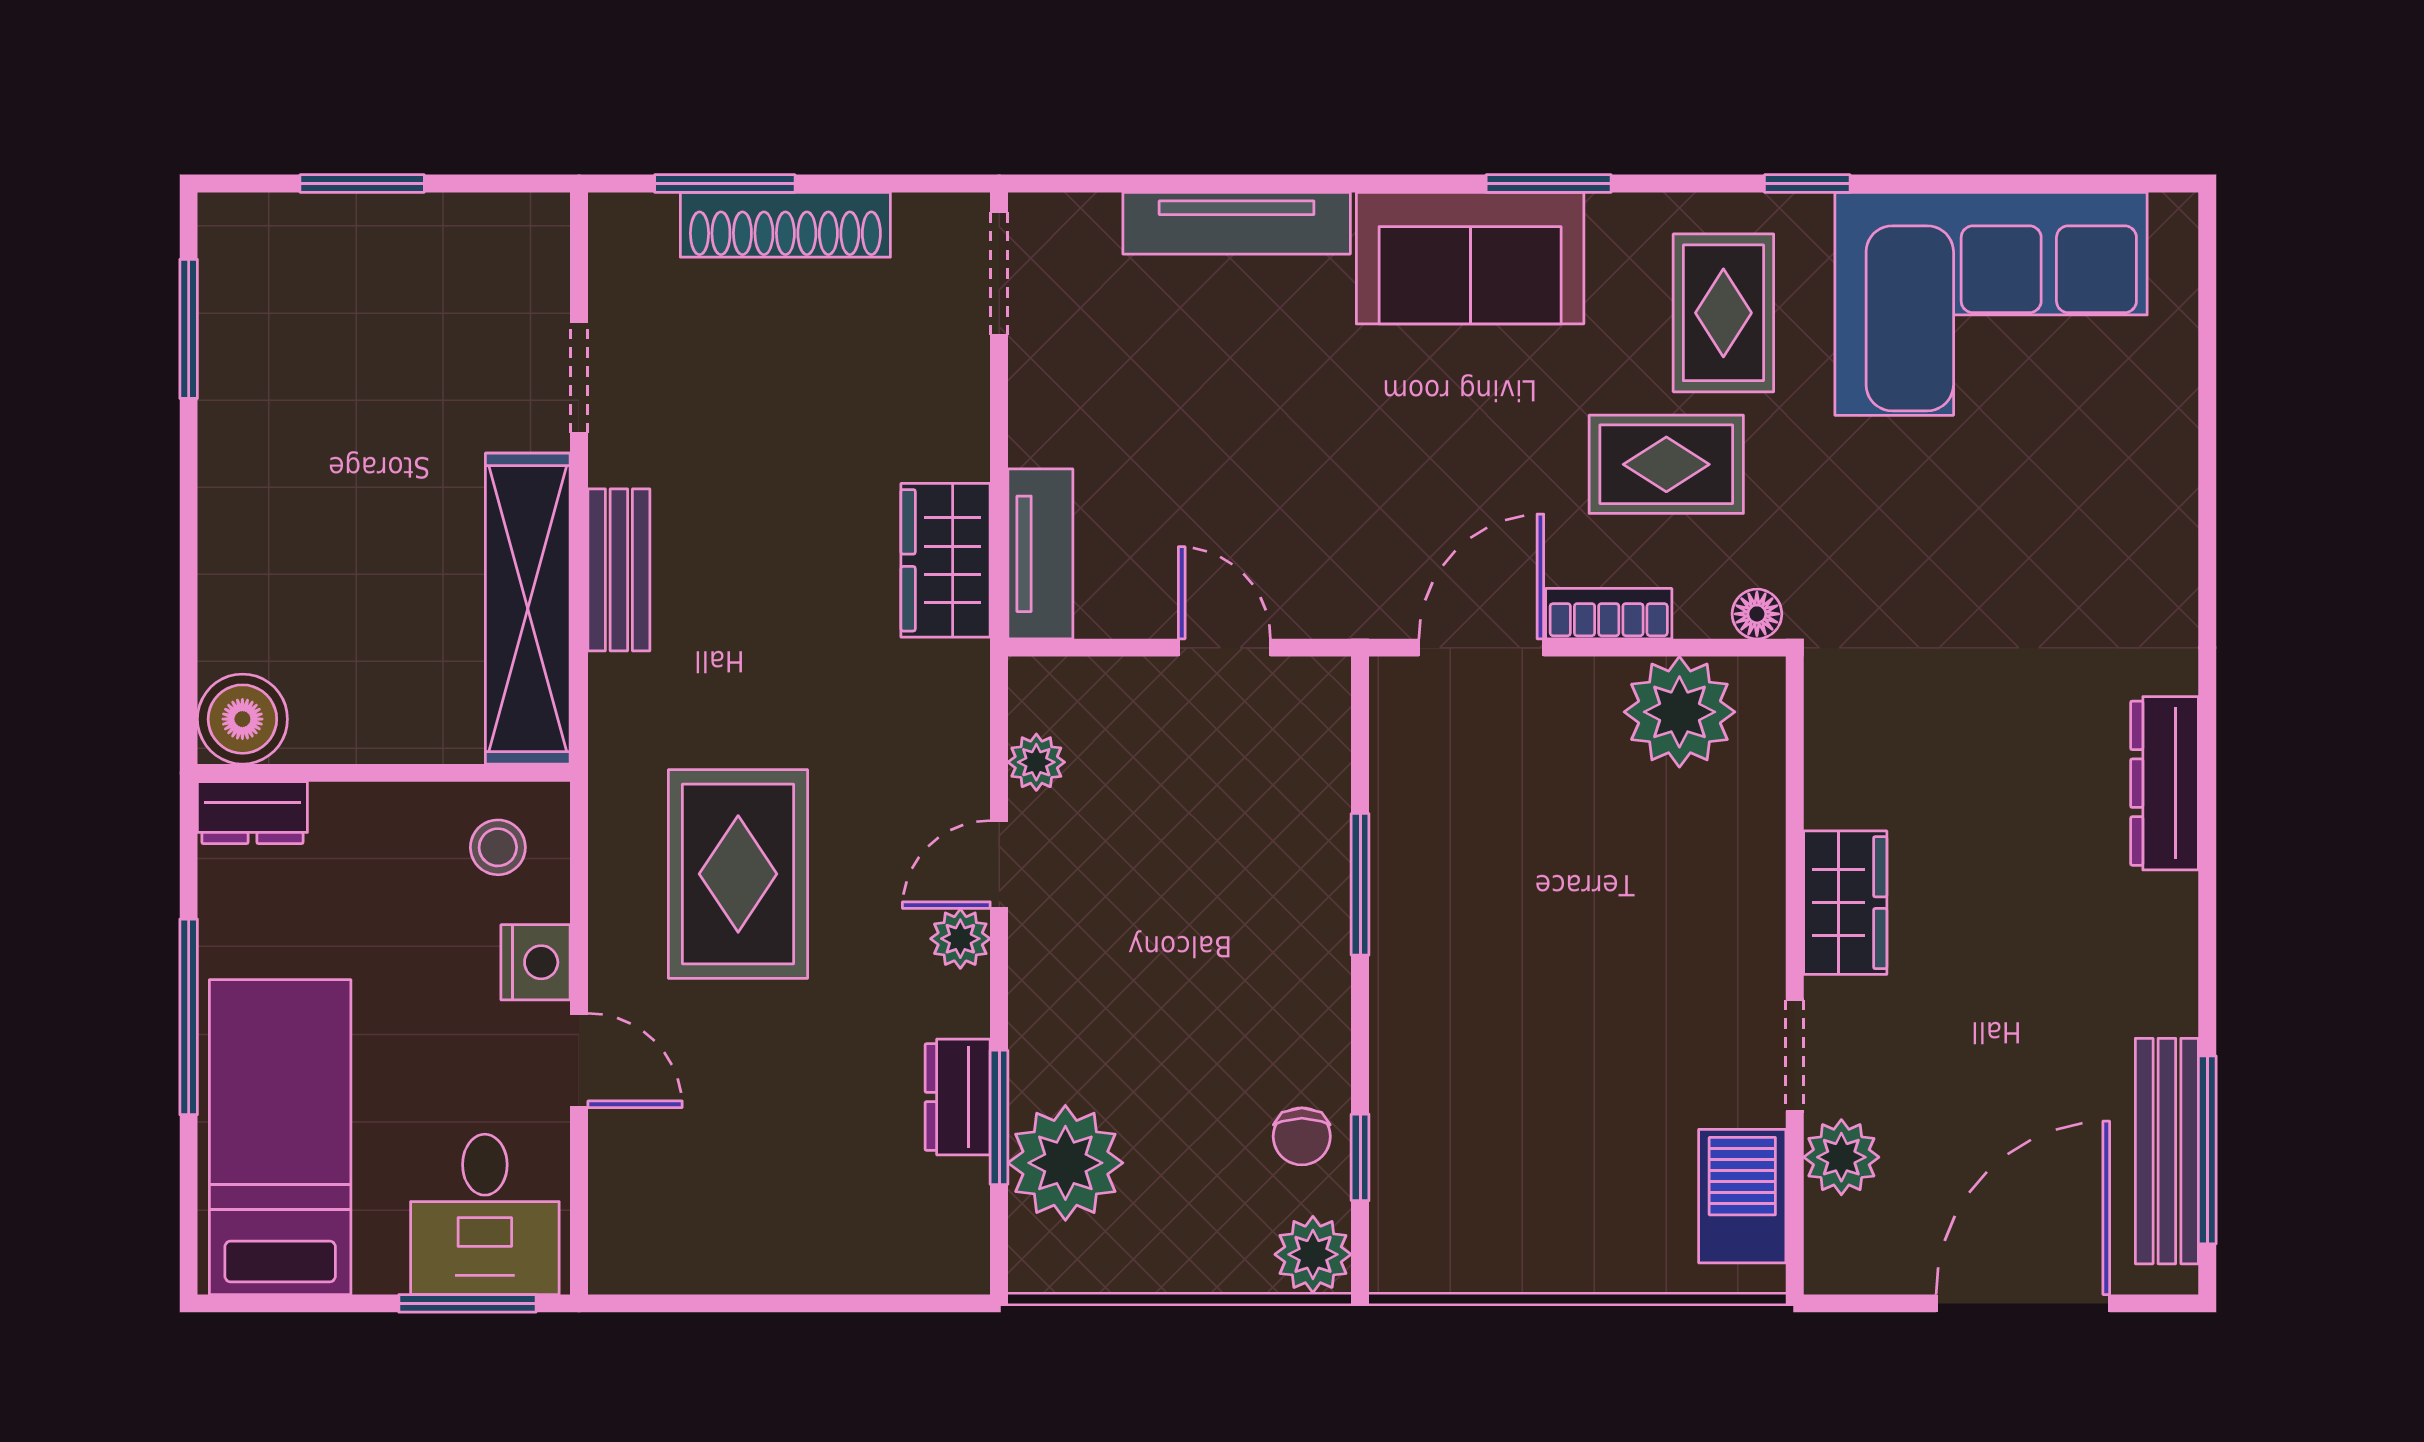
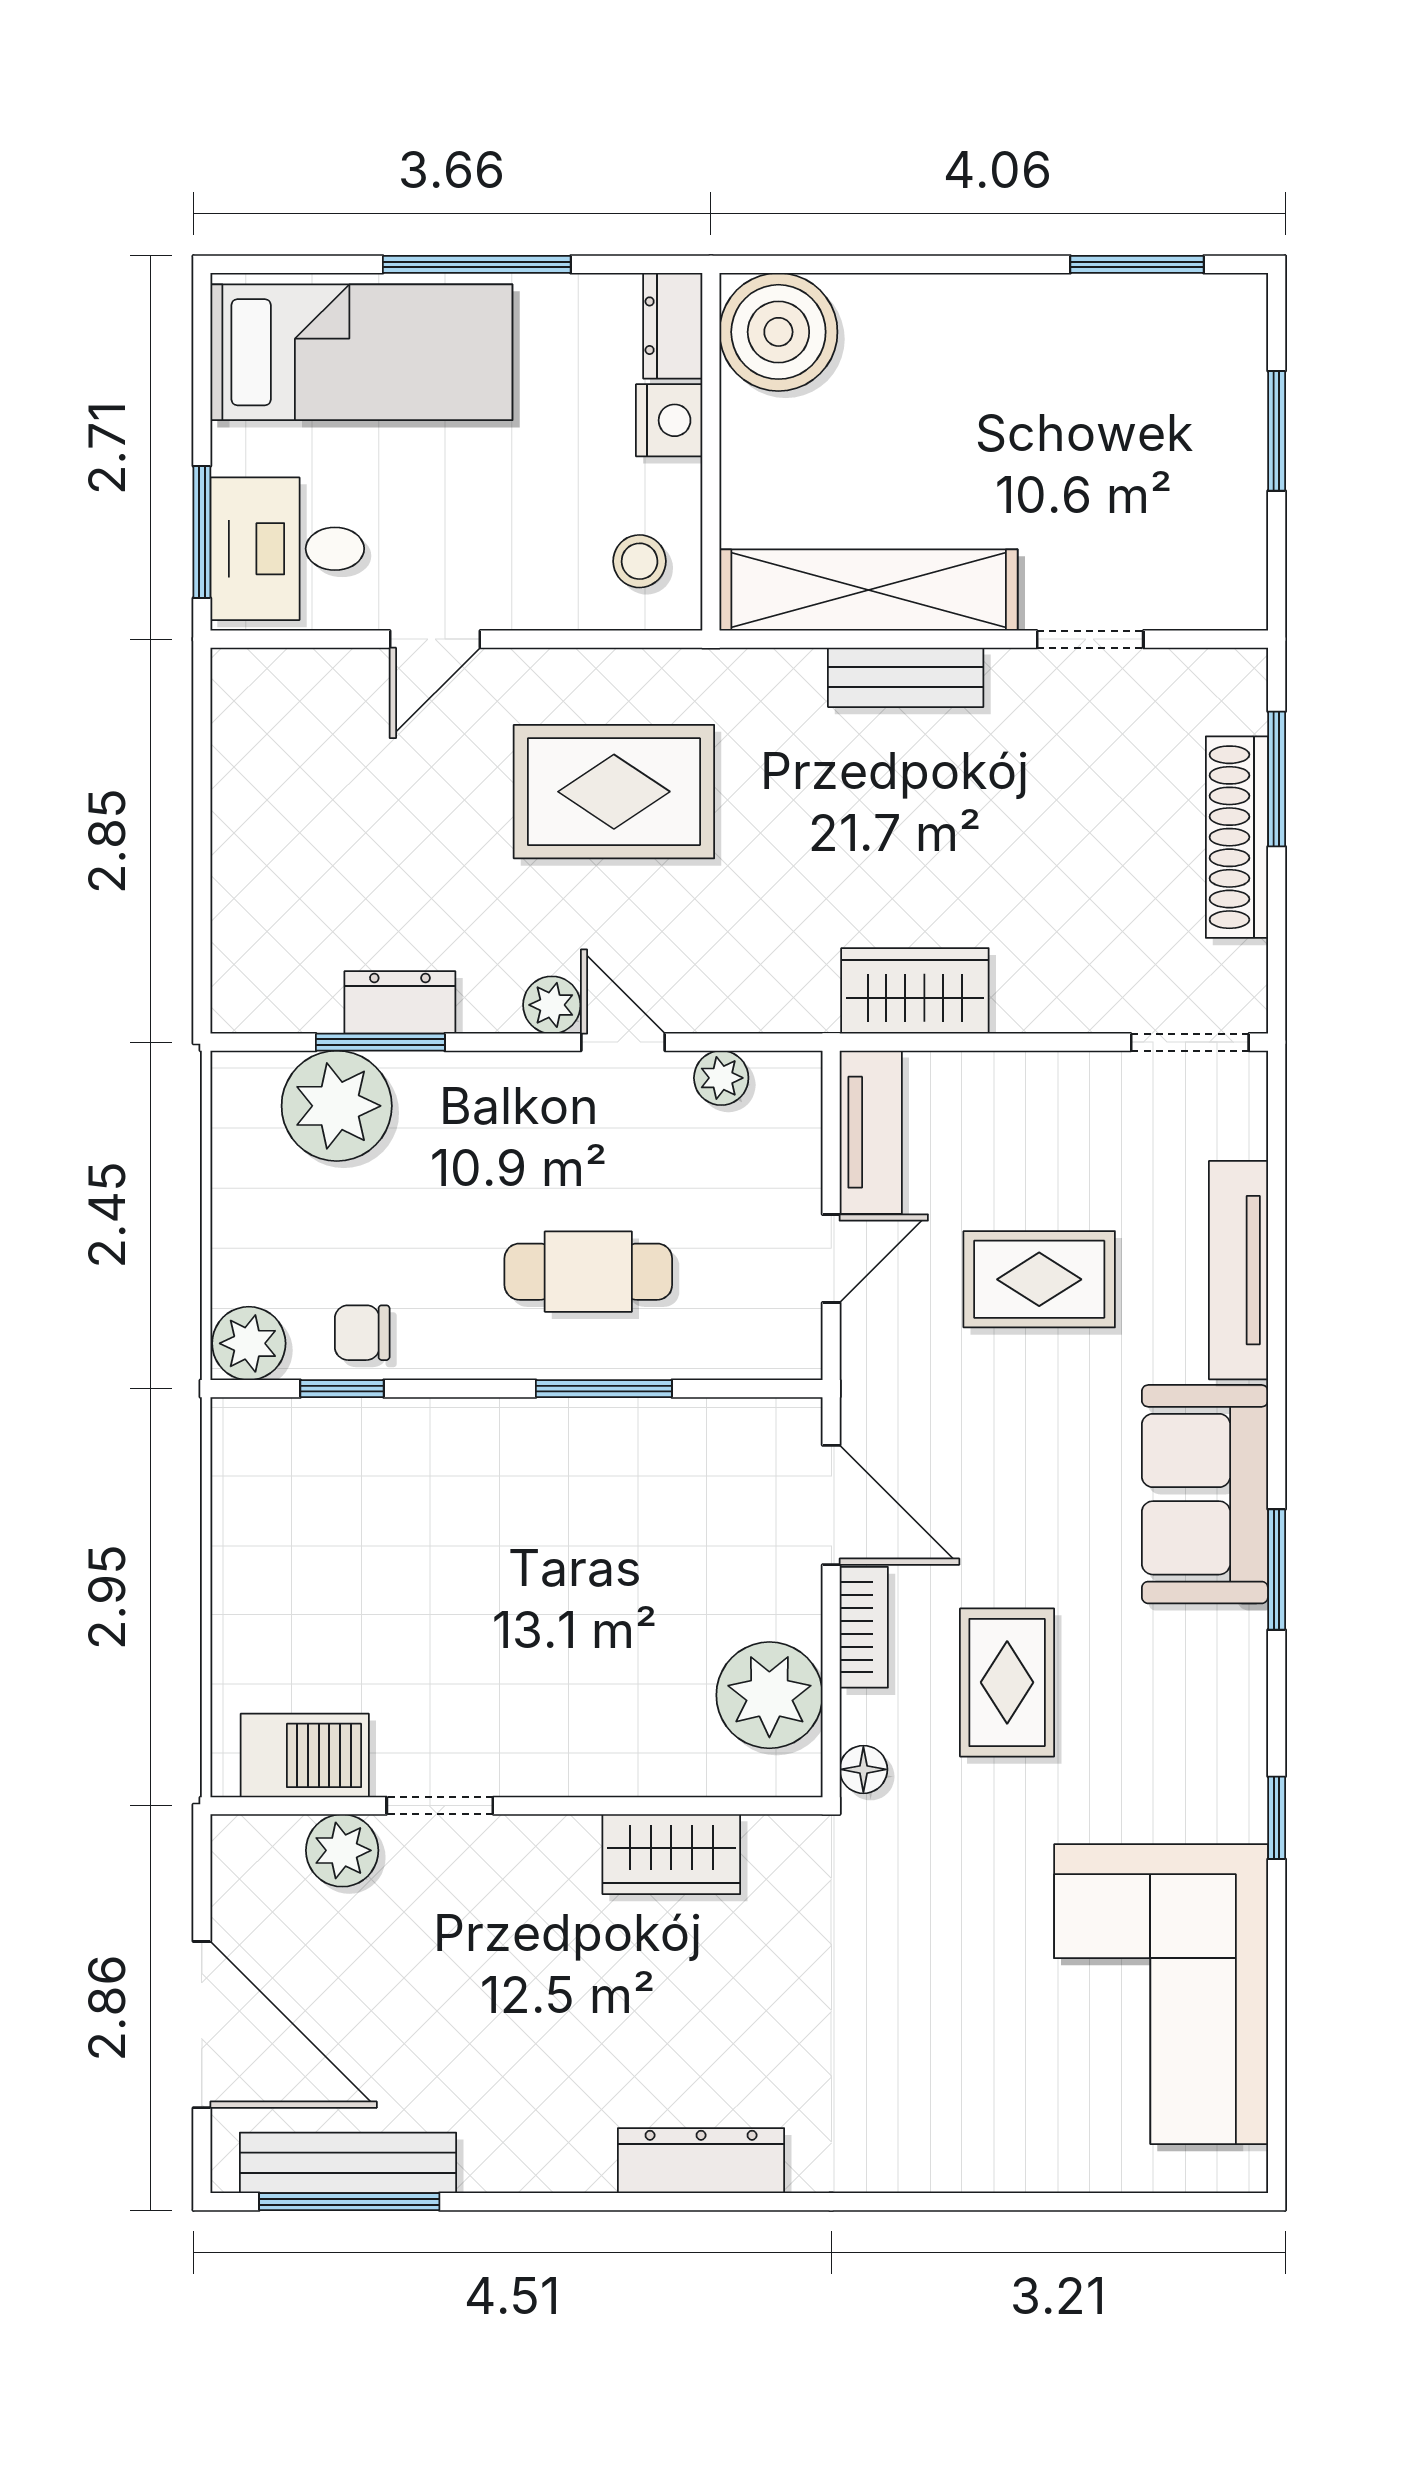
rug: (1723, 313) -> (1039, 1279), moved
tv unit: (1040, 554) -> (871, 1132), moved, turned -90
boiler: (242, 719) -> (778, 332), width x1.37, depth x1.37
cafe table: (1238, 901) -> (588, 1272), added
wardrobe: (1845, 903) -> (671, 1854), moved
nightstand: (536, 962) -> (669, 420), moved, turned -90

